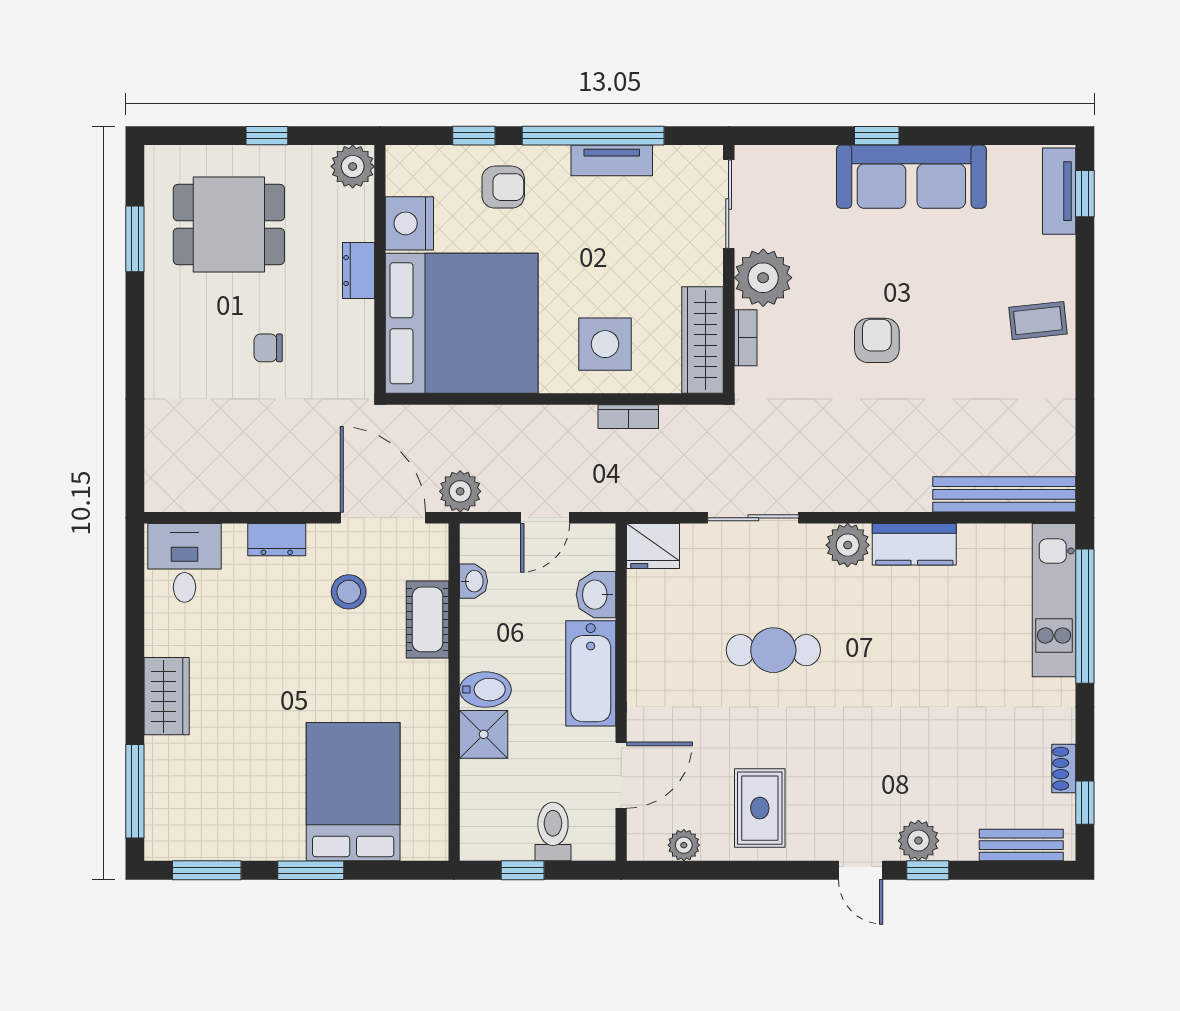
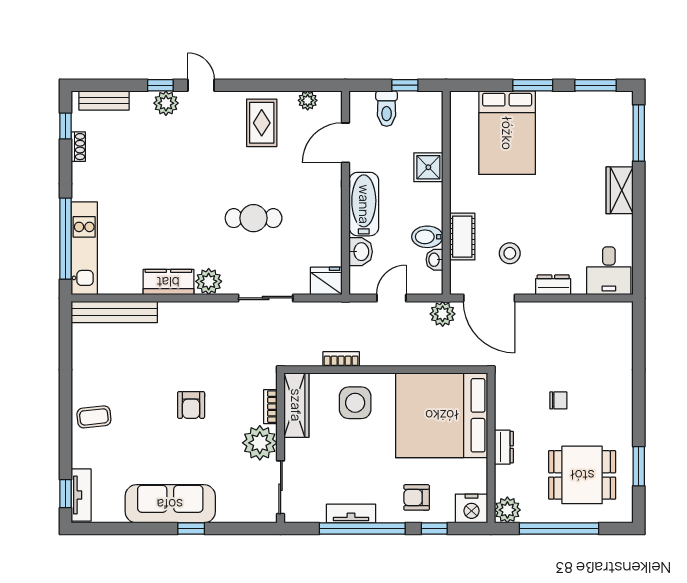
window: (267, 136) -> (559, 529), width x3.17
nightstand: (409, 223) -> (471, 509), moved, turned 90
bidet: (485, 690) -> (427, 237), moved

